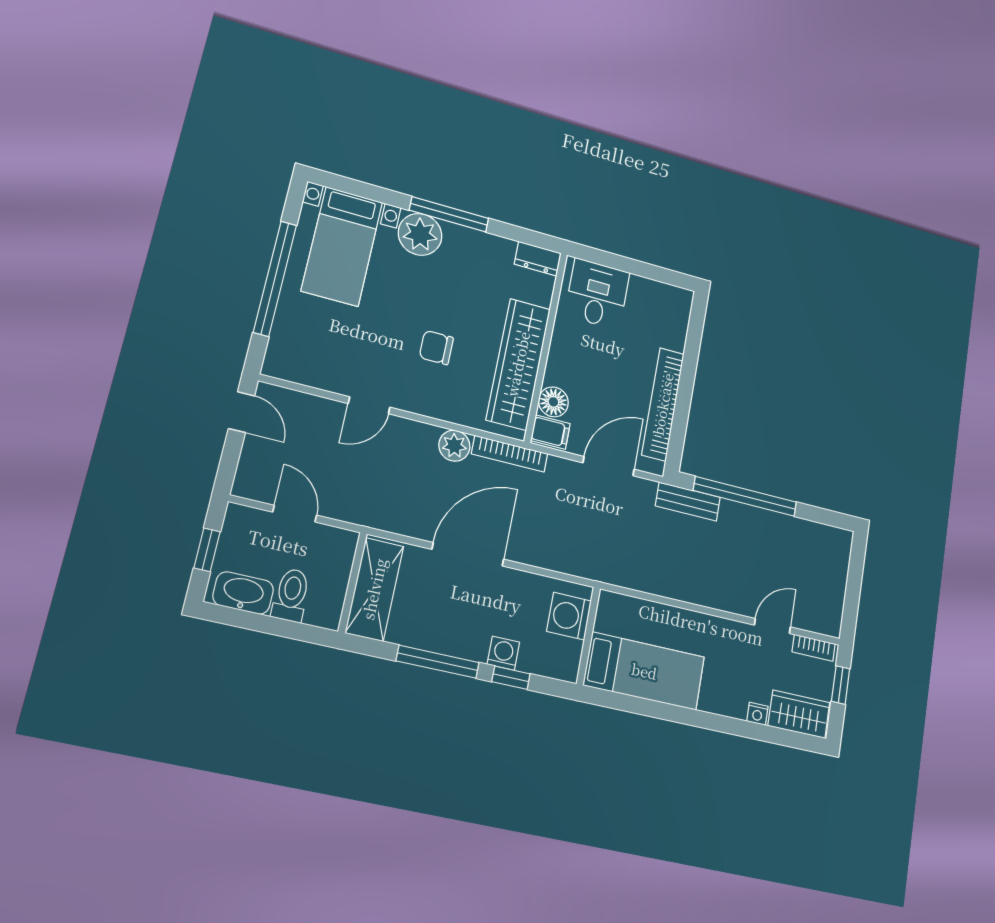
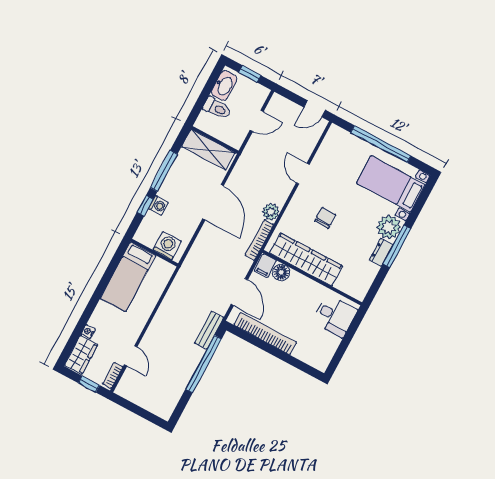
dresser: (538, 259) -> (381, 252), moved

